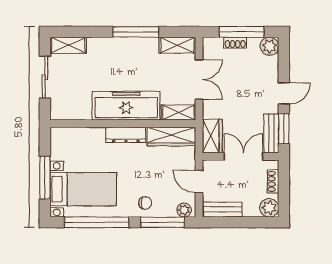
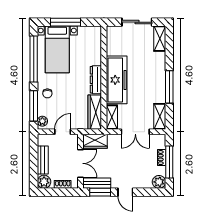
bench: (222, 210) -> (43, 160), moved

